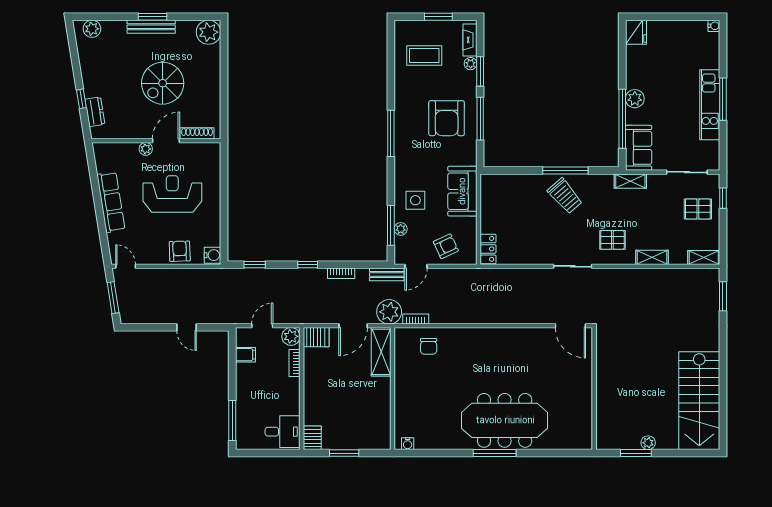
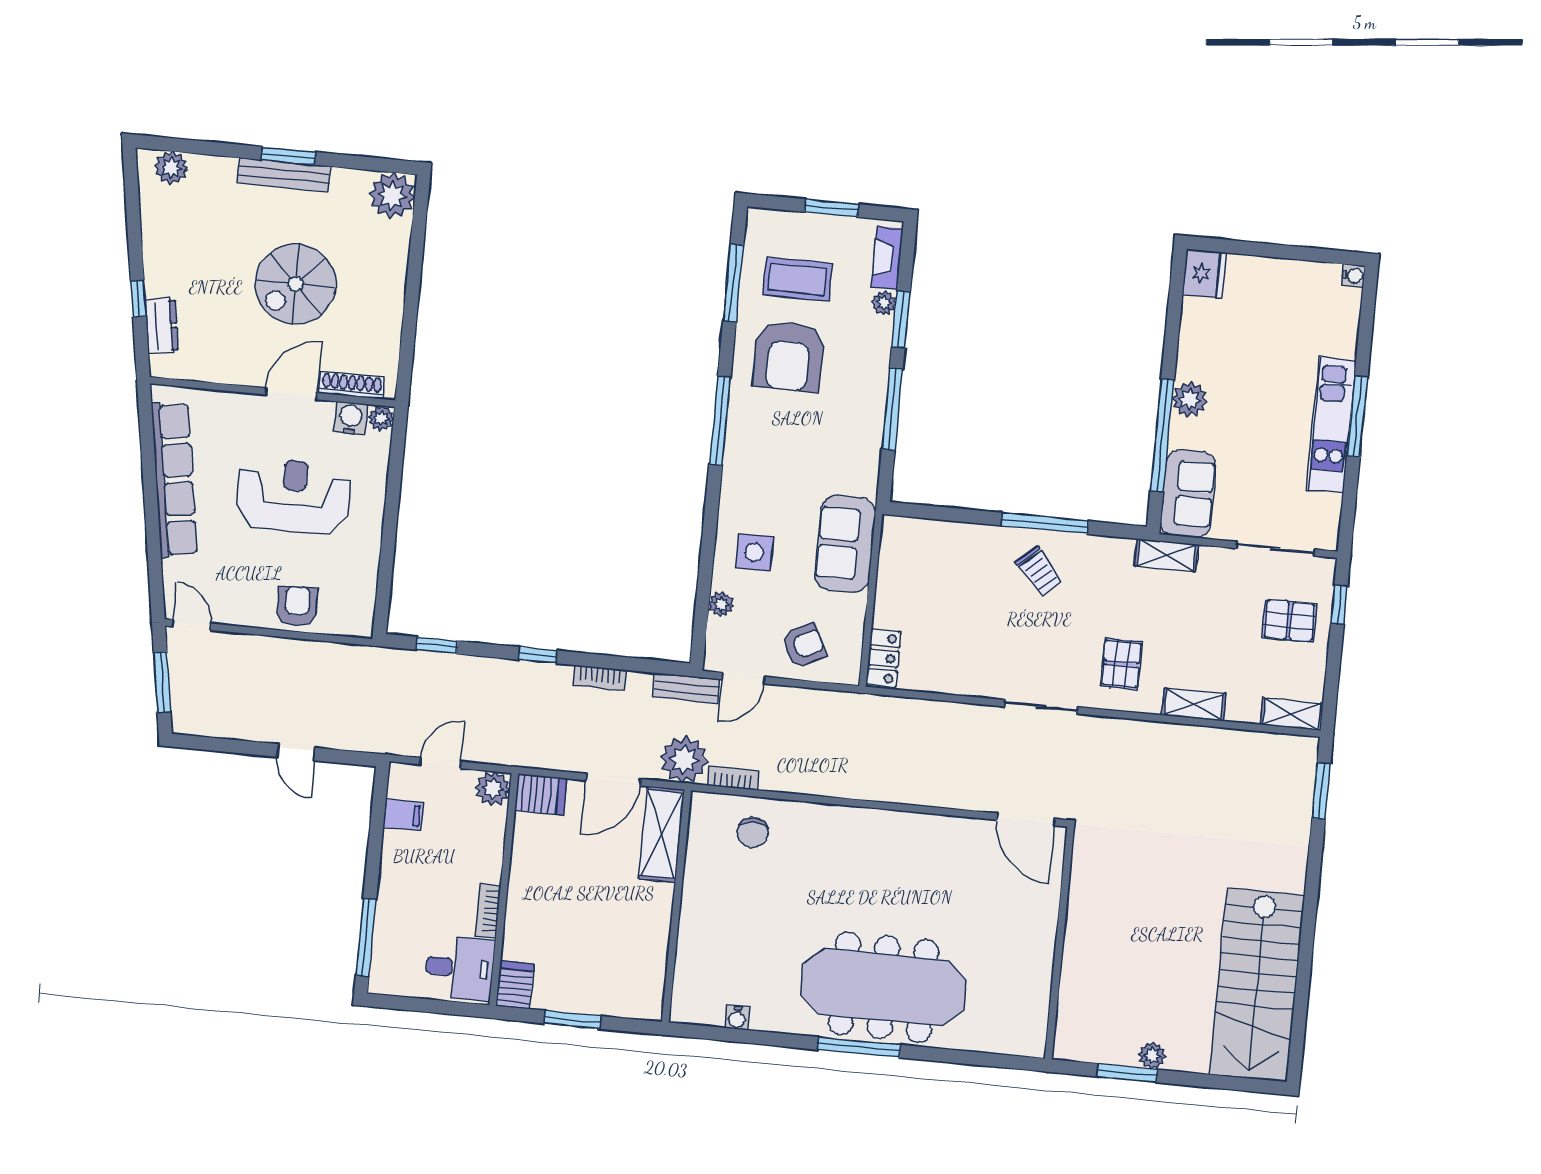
armchair: (447, 118) -> (788, 357), moved
plant: (146, 149) -> (381, 418), moved
trolley: (565, 196) -> (1039, 572), width x0.73, depth x0.72
row of seats: (111, 202) -> (174, 480), width x1.36
window: (391, 225) -> (733, 283), moved
pallet: (612, 240) -> (1121, 664), turned 90
water cooler: (212, 255) -> (351, 418), moved, turned -90
bookcase: (294, 363) -> (488, 911), moved
water cooler: (408, 444) -> (737, 1018), moved

